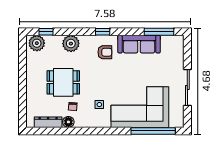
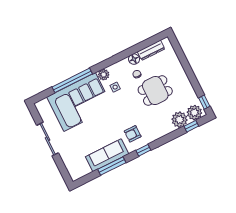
window: (159, 32) -> (112, 166), moved
plant: (71, 44) -> (180, 120), moved
window: (22, 48) -> (204, 102), added
plant: (104, 122) -> (104, 75), added
window: (153, 131) -> (72, 80), moved

